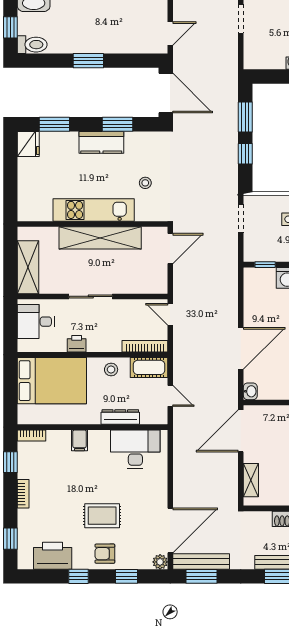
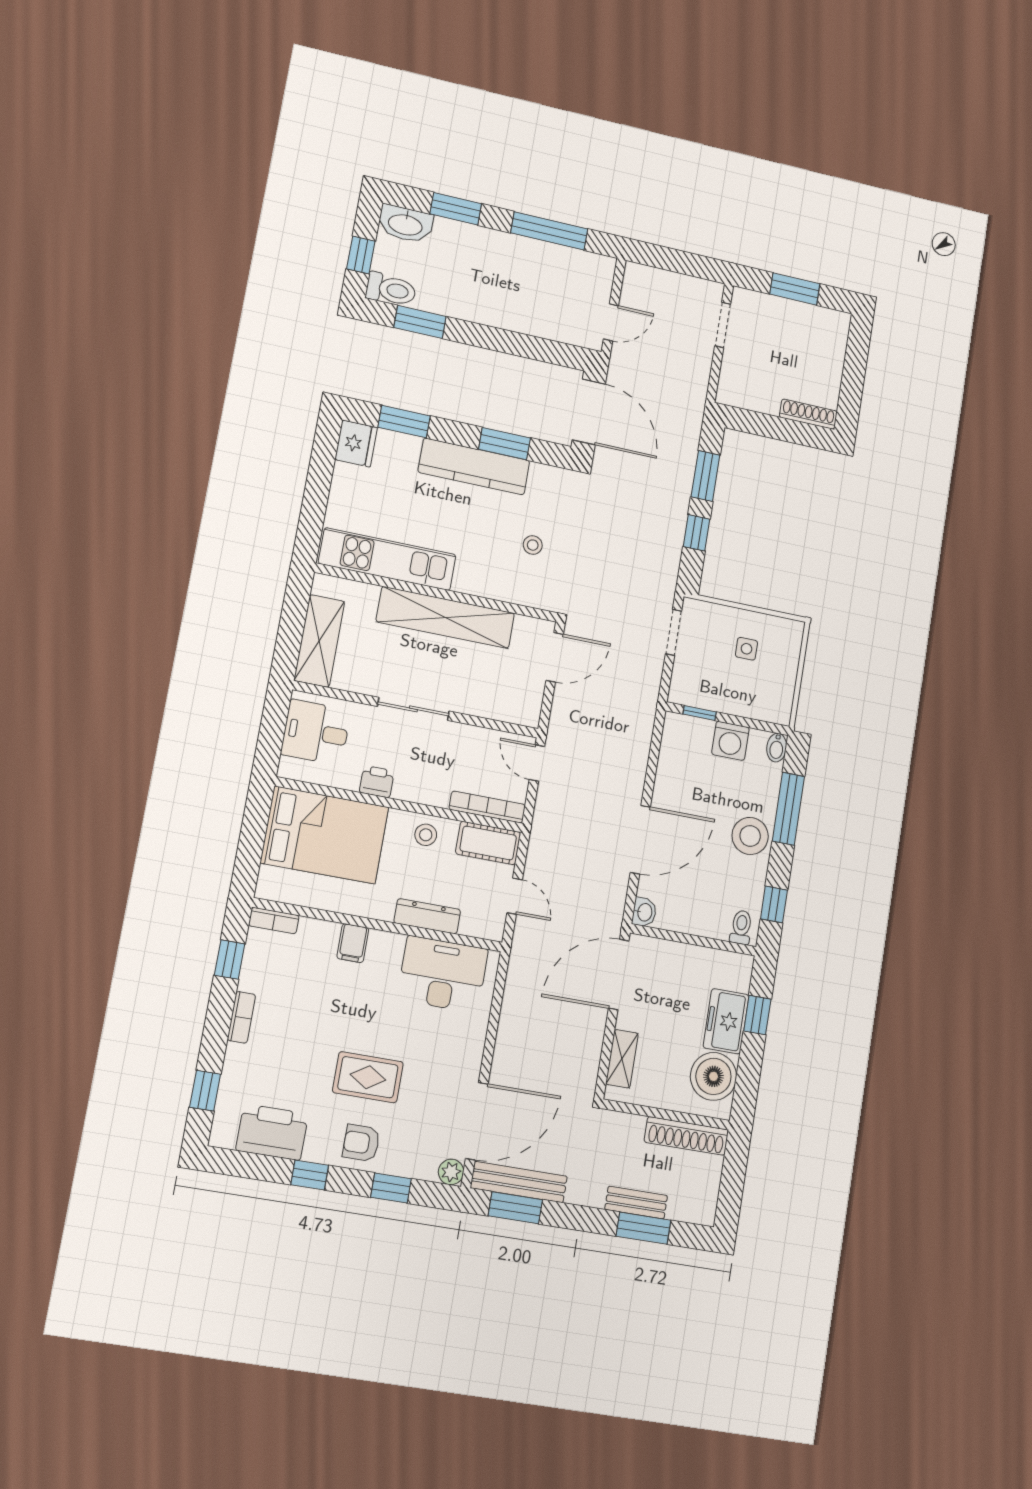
window: (88, 61) -> (420, 322), moved
kitchen counter: (101, 142) -> (474, 466), width x1.50
kitchen unit: (94, 210) -> (387, 559), moved

